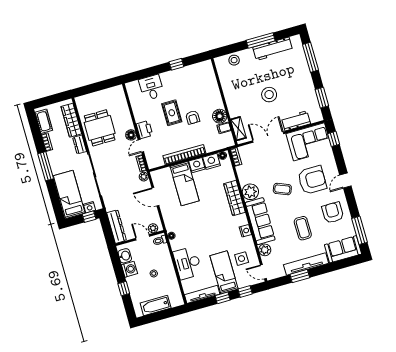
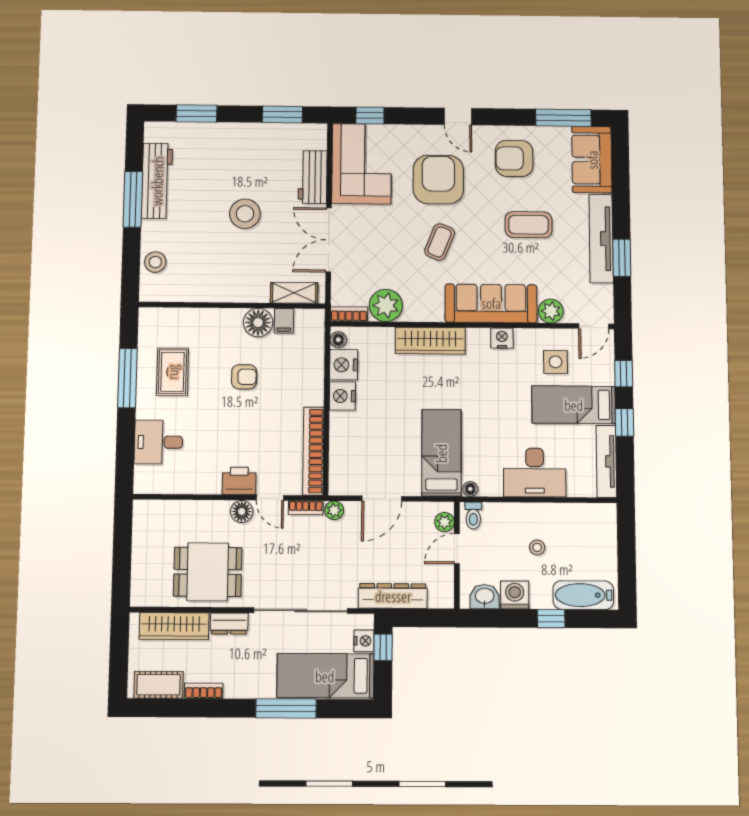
window: (310, 57) -> (197, 113), width x0.69
window: (176, 64) -> (127, 378), width x2.17
rug: (172, 113) -> (172, 372), moved, turned 90
bookcase: (184, 155) -> (313, 451), moved
window: (46, 166) -> (286, 708), moved
bed: (185, 184) -> (441, 453), moved, turned -90
plant: (250, 192) -> (386, 305), moved
dresser: (117, 227) -> (393, 596), moved
bathtub: (156, 305) -> (583, 595), moved, turned 90

